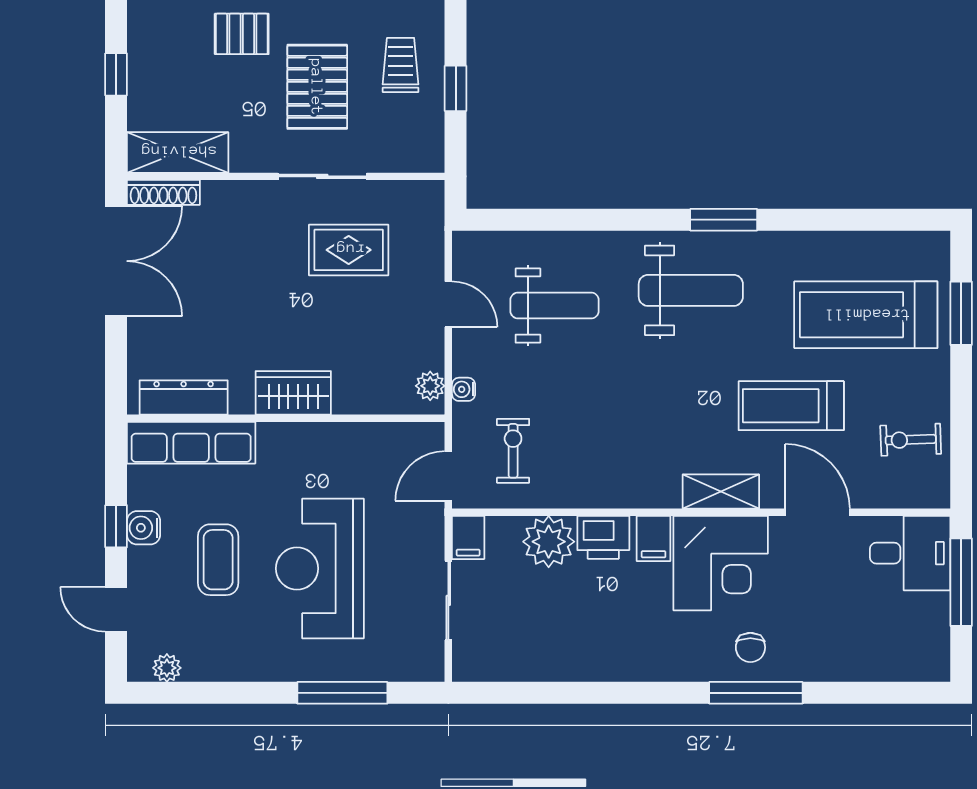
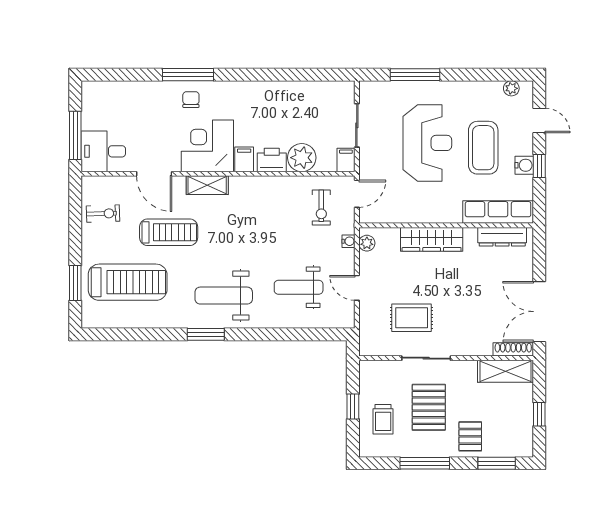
pallet: (242, 34) -> (470, 436), turned 90
wardrobe: (293, 393) -> (432, 239), width x1.50
coffee table: (218, 560) -> (483, 148), width x1.36, depth x1.32

